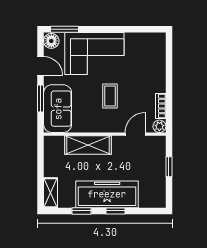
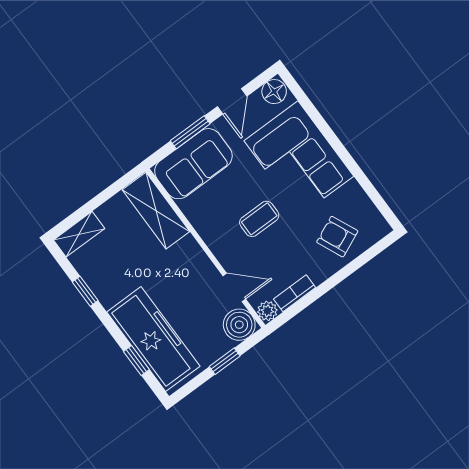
window: (64, 29) -> (302, 97), removed
armchair: (148, 63) -> (337, 237), added
shelving: (88, 145) -> (156, 211), moved
boiler: (156, 146) -> (239, 325), added
freezer: (107, 194) -> (153, 339), moved
window: (115, 211) -> (136, 361), moved

